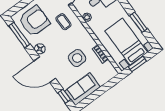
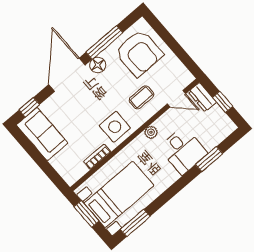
window: (138, 22) -> (135, 223), moved
window: (19, 35) -> (104, 42), moved
side table: (77, 58) -> (115, 127), moved

